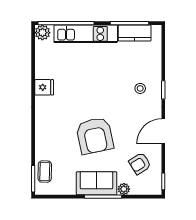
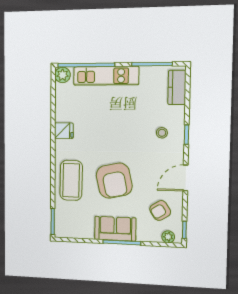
kitchen counter: (135, 33) -> (177, 87), moved, turned 90
coffee table: (45, 172) -> (71, 180), moved, width x1.86, depth x1.72
plant: (124, 189) -> (168, 237), moved

